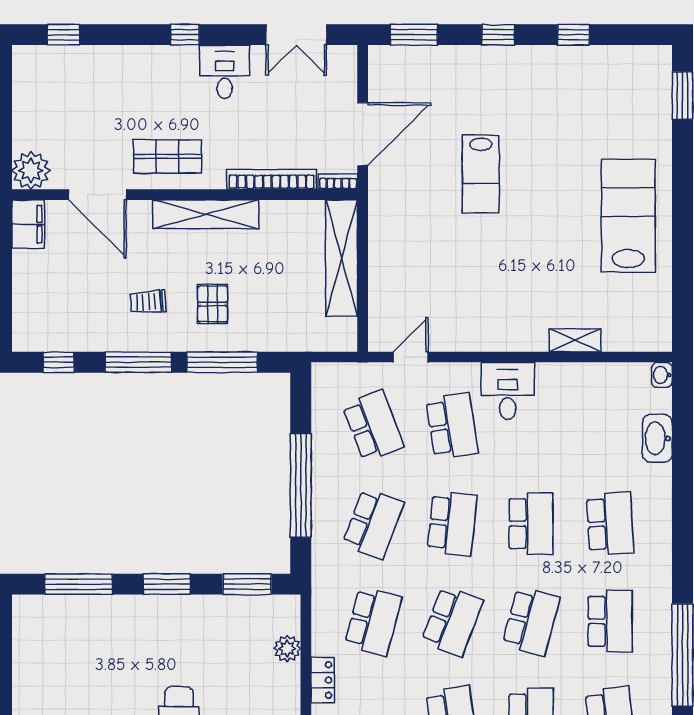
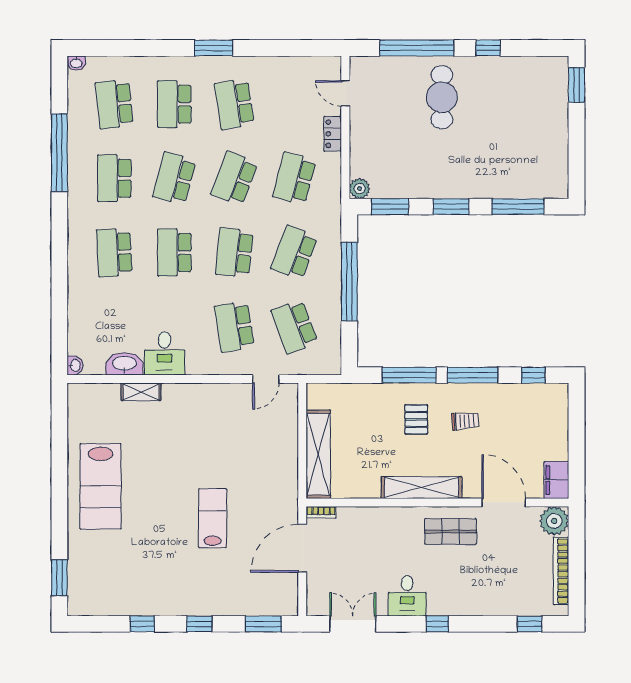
bookcase: (272, 179) -> (561, 571), moved, turned 90
desk: (508, 391) -> (165, 353), moved
washbasin: (657, 438) -> (124, 364), moved, turned -90
plant: (287, 649) -> (360, 189), moved

